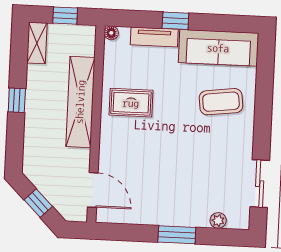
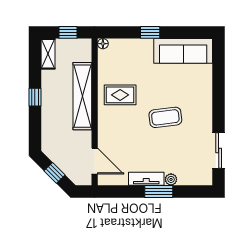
tv unit: (154, 37) -> (146, 179), moved, turned 180
coffee table: (221, 102) -> (165, 117), moved
plant: (218, 220) -> (171, 179), moved

